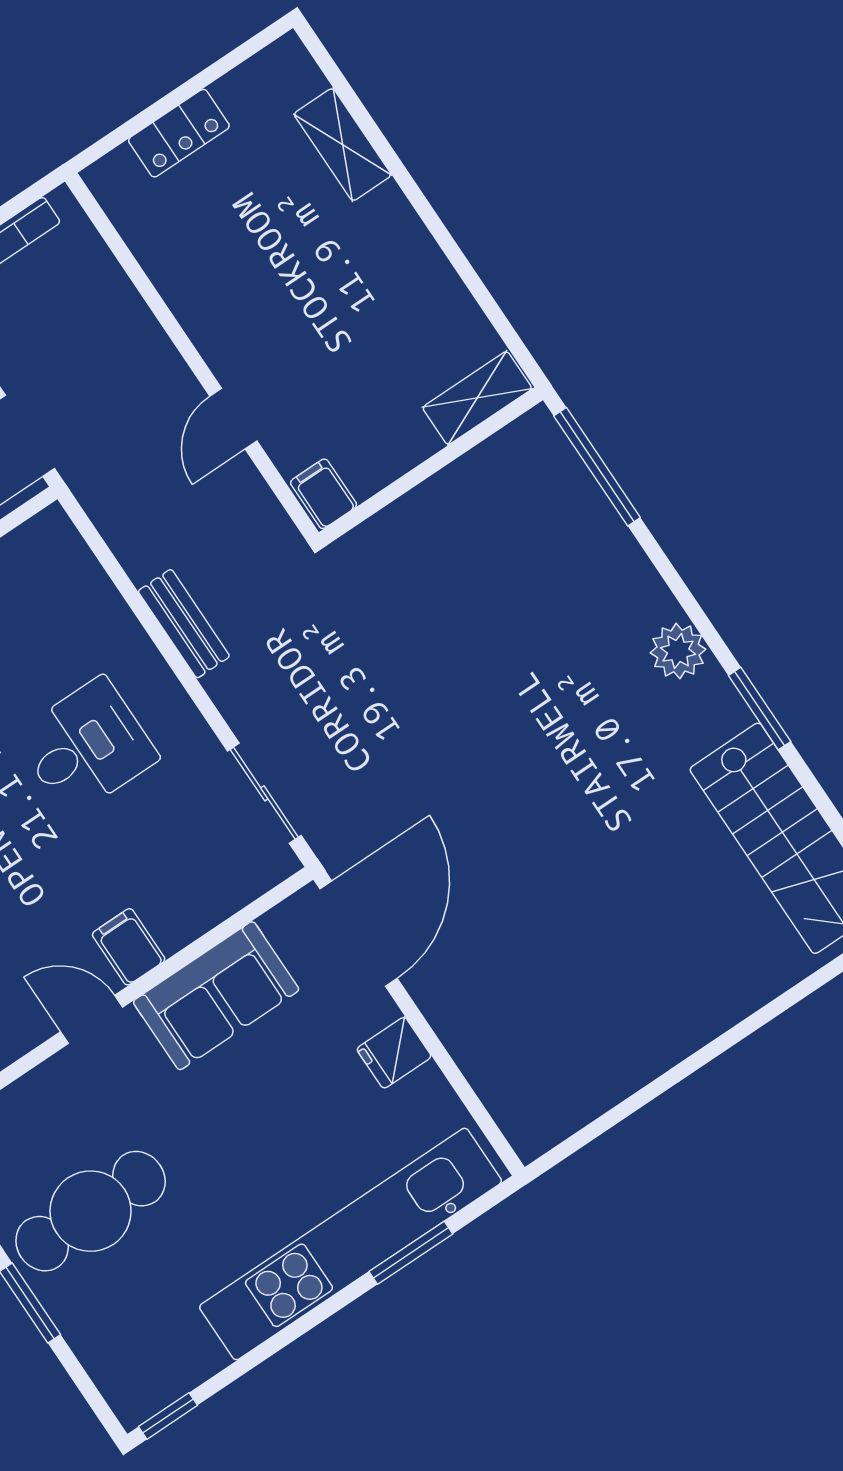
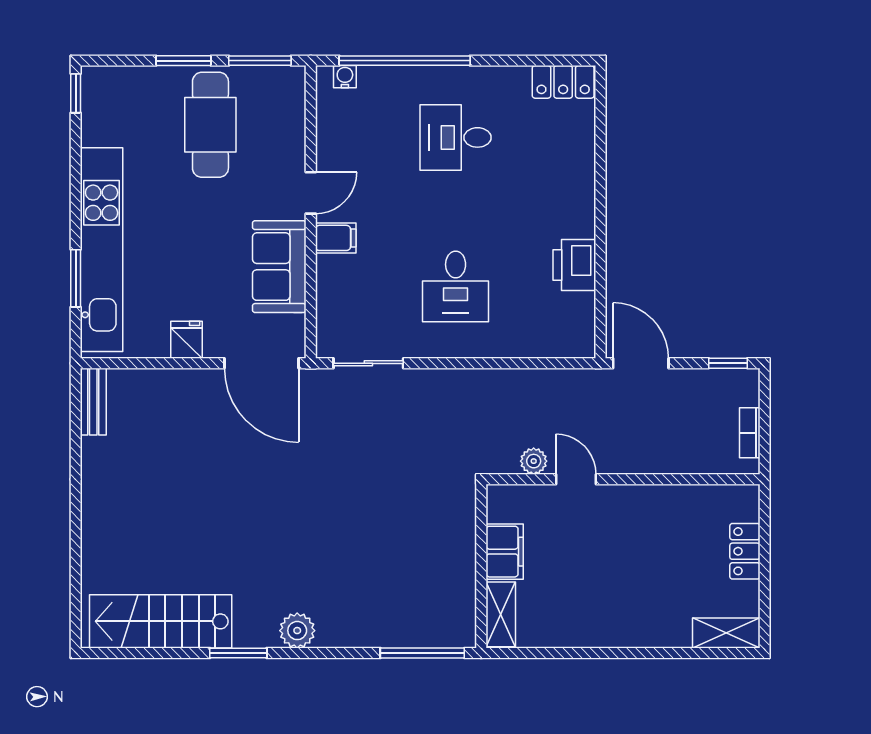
shelving: (343, 145) -> (726, 633), moved
plant: (247, 490) -> (534, 461), added
filing cabinet: (324, 494) -> (505, 552), moved, width x2.00
bench: (184, 624) -> (93, 402), moved, turned 90

